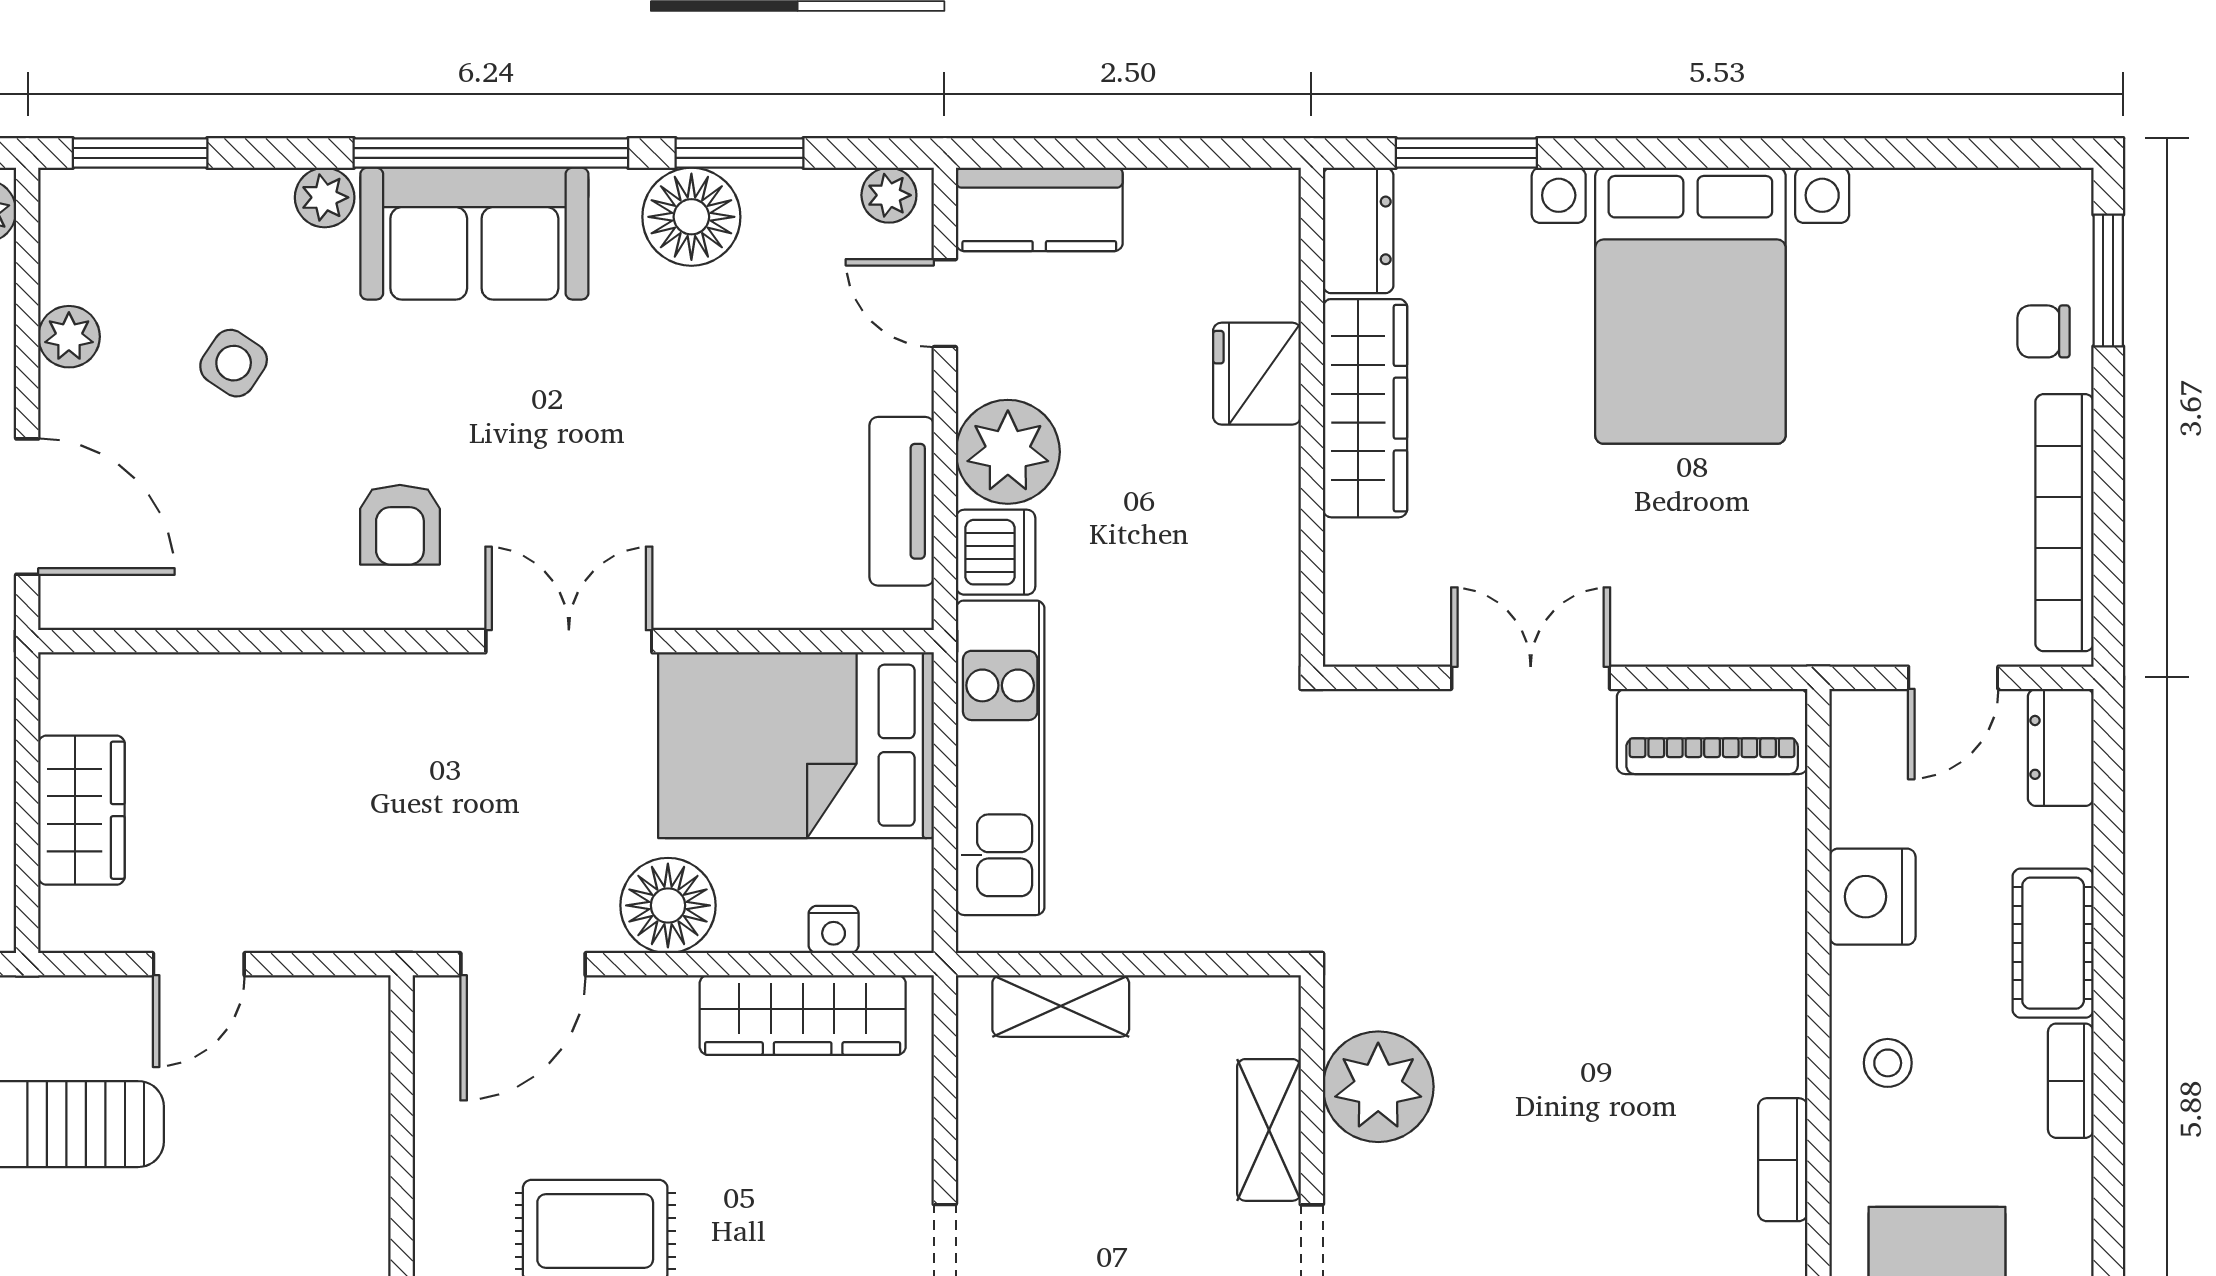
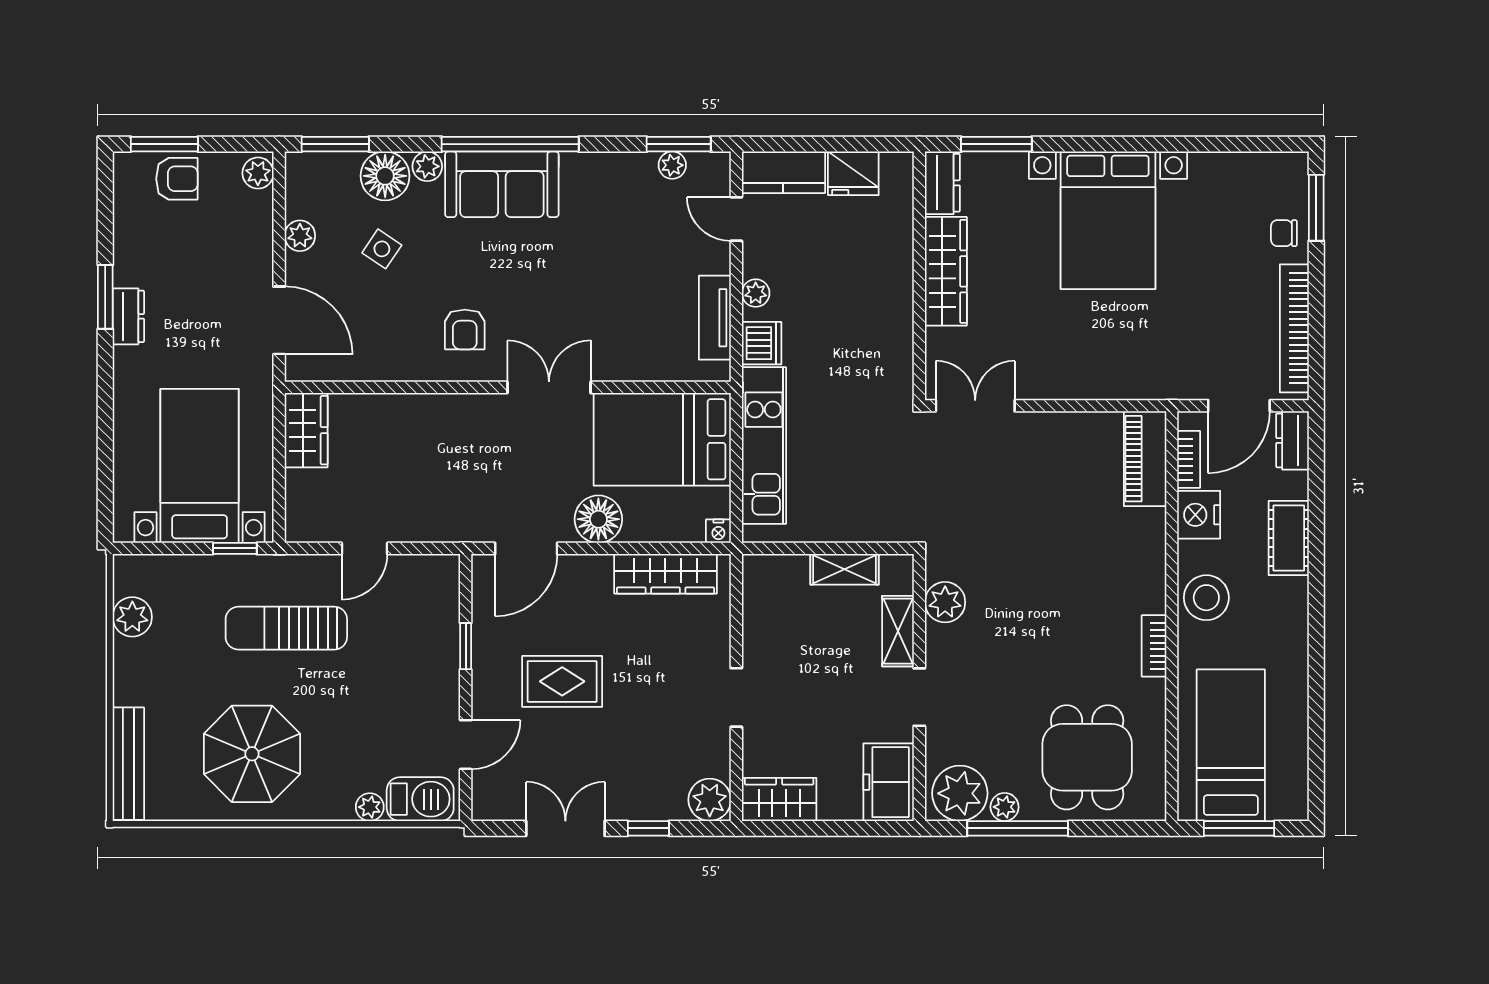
window: (739, 153) -> (679, 144), moved
plant: (889, 195) -> (672, 165), moved
floor lamp: (691, 217) -> (385, 176), moved
fridge: (1257, 374) -> (853, 173), moved, turned -90
plant: (1008, 452) -> (756, 293), width x0.53, depth x0.53
double door: (1531, 678) -> (975, 406), moved
door: (1953, 678) -> (1239, 406), width x1.38
piano: (1712, 731) -> (1145, 459), moved, turned 90
wardrobe: (81, 810) -> (306, 430), moved
nightstand: (834, 929) -> (718, 531), moved
shelving: (1061, 1006) -> (845, 569), moved
stool: (1888, 1063) -> (1206, 598), width x1.89, depth x1.89
bookcase: (2071, 1081) -> (1189, 459), moved, turned 180
plant: (1378, 1087) -> (945, 602), width x0.73, depth x0.73
window: (402, 1160) -> (466, 646), added

